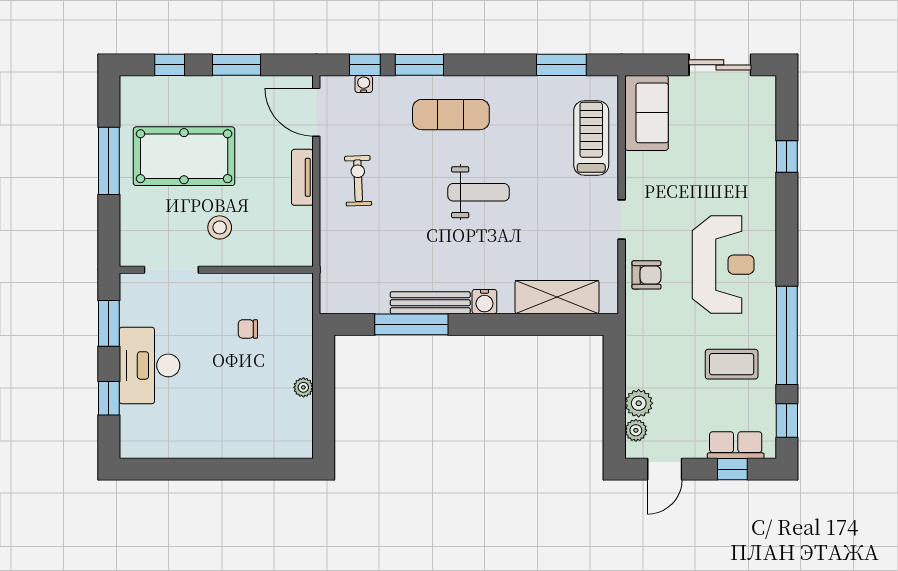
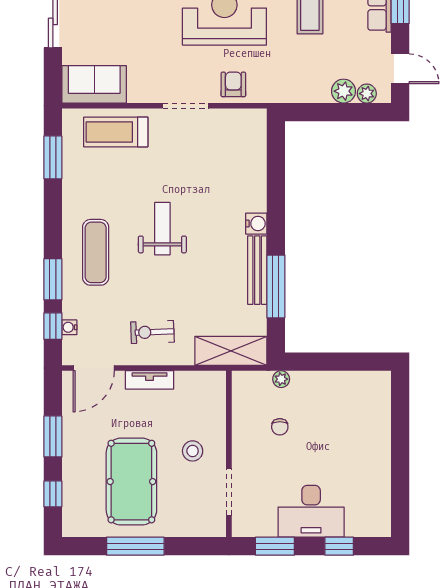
doorway: (622, 220) -> (186, 106), width x1.38
shelving: (557, 297) -> (231, 351), moved, turned 90
plant: (303, 387) -> (281, 379), moved

